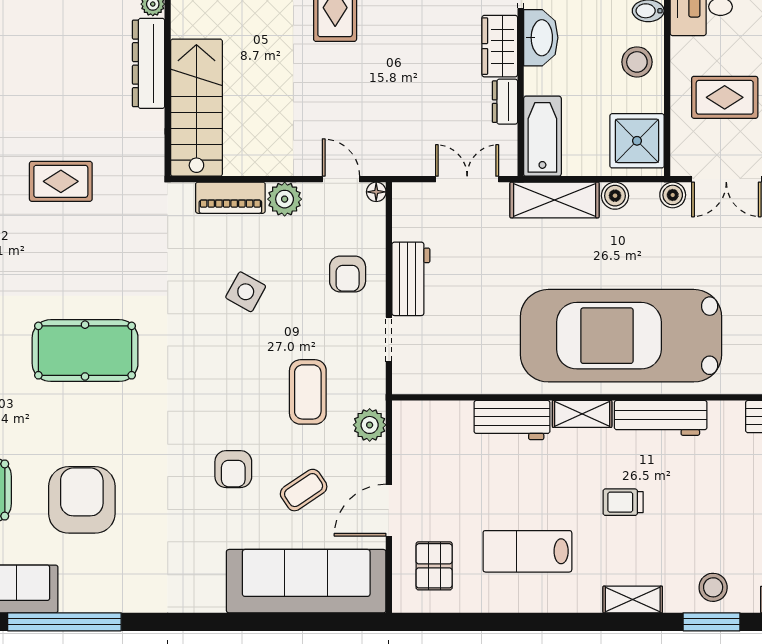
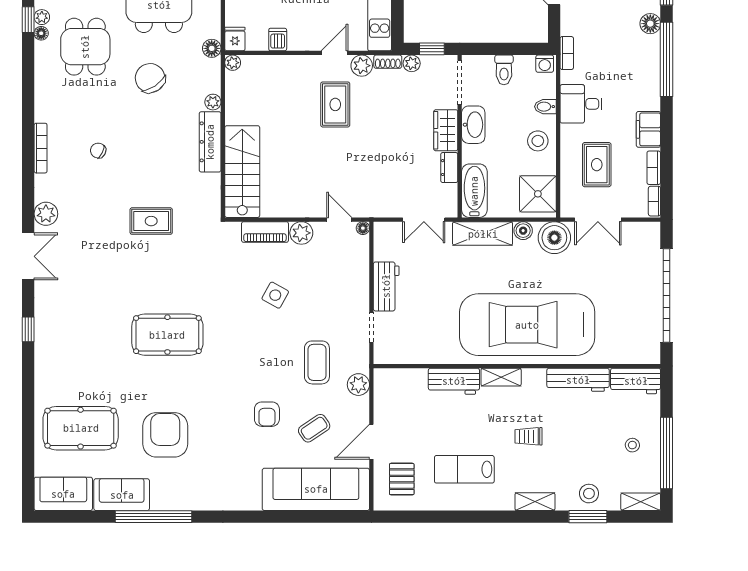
rug: (725, 97) -> (597, 165), turned 90
double door: (467, 179) -> (424, 220), swing flipped
boiler: (673, 195) -> (554, 238), width x1.86, depth x1.86
armchair: (348, 274) -> (344, 283), removed
workbench: (661, 418) -> (578, 380), moved

